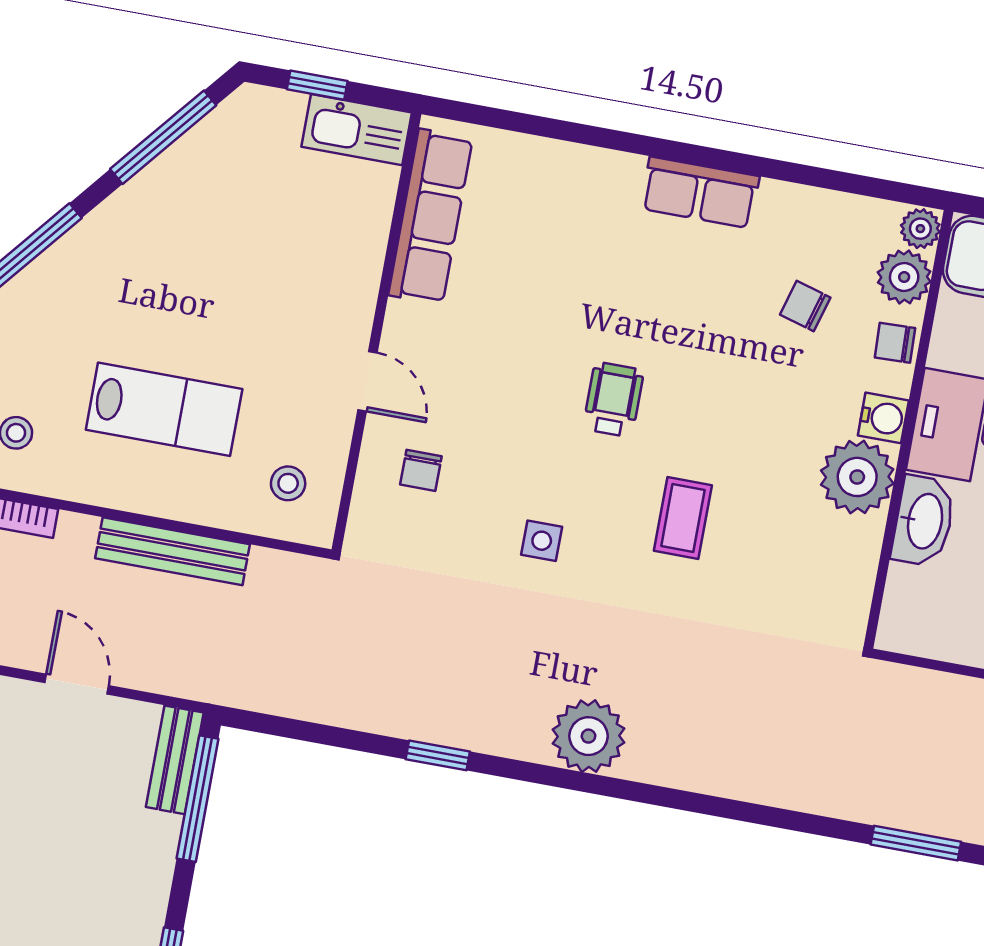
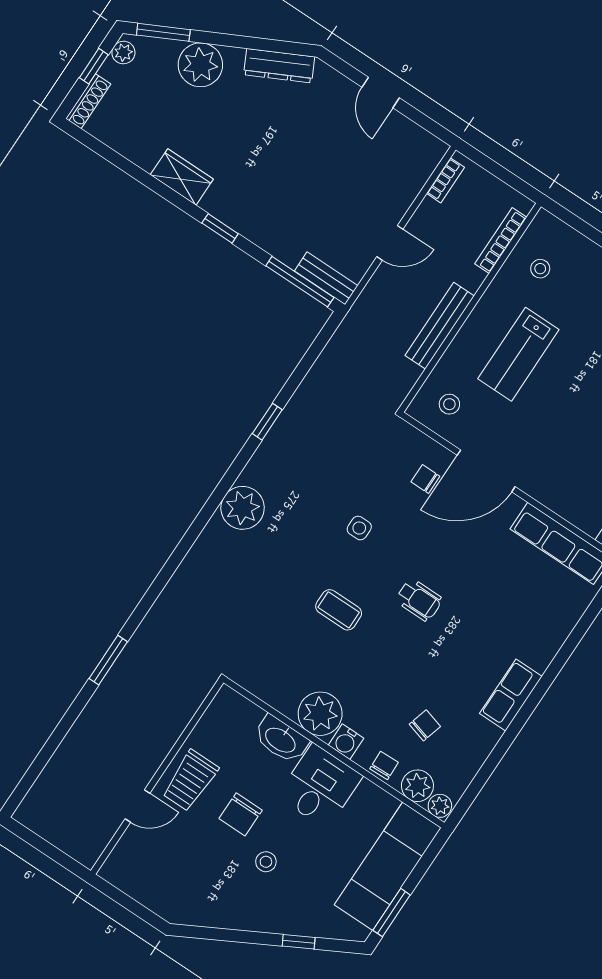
door: (367, 381) -> (486, 471), width x1.87

